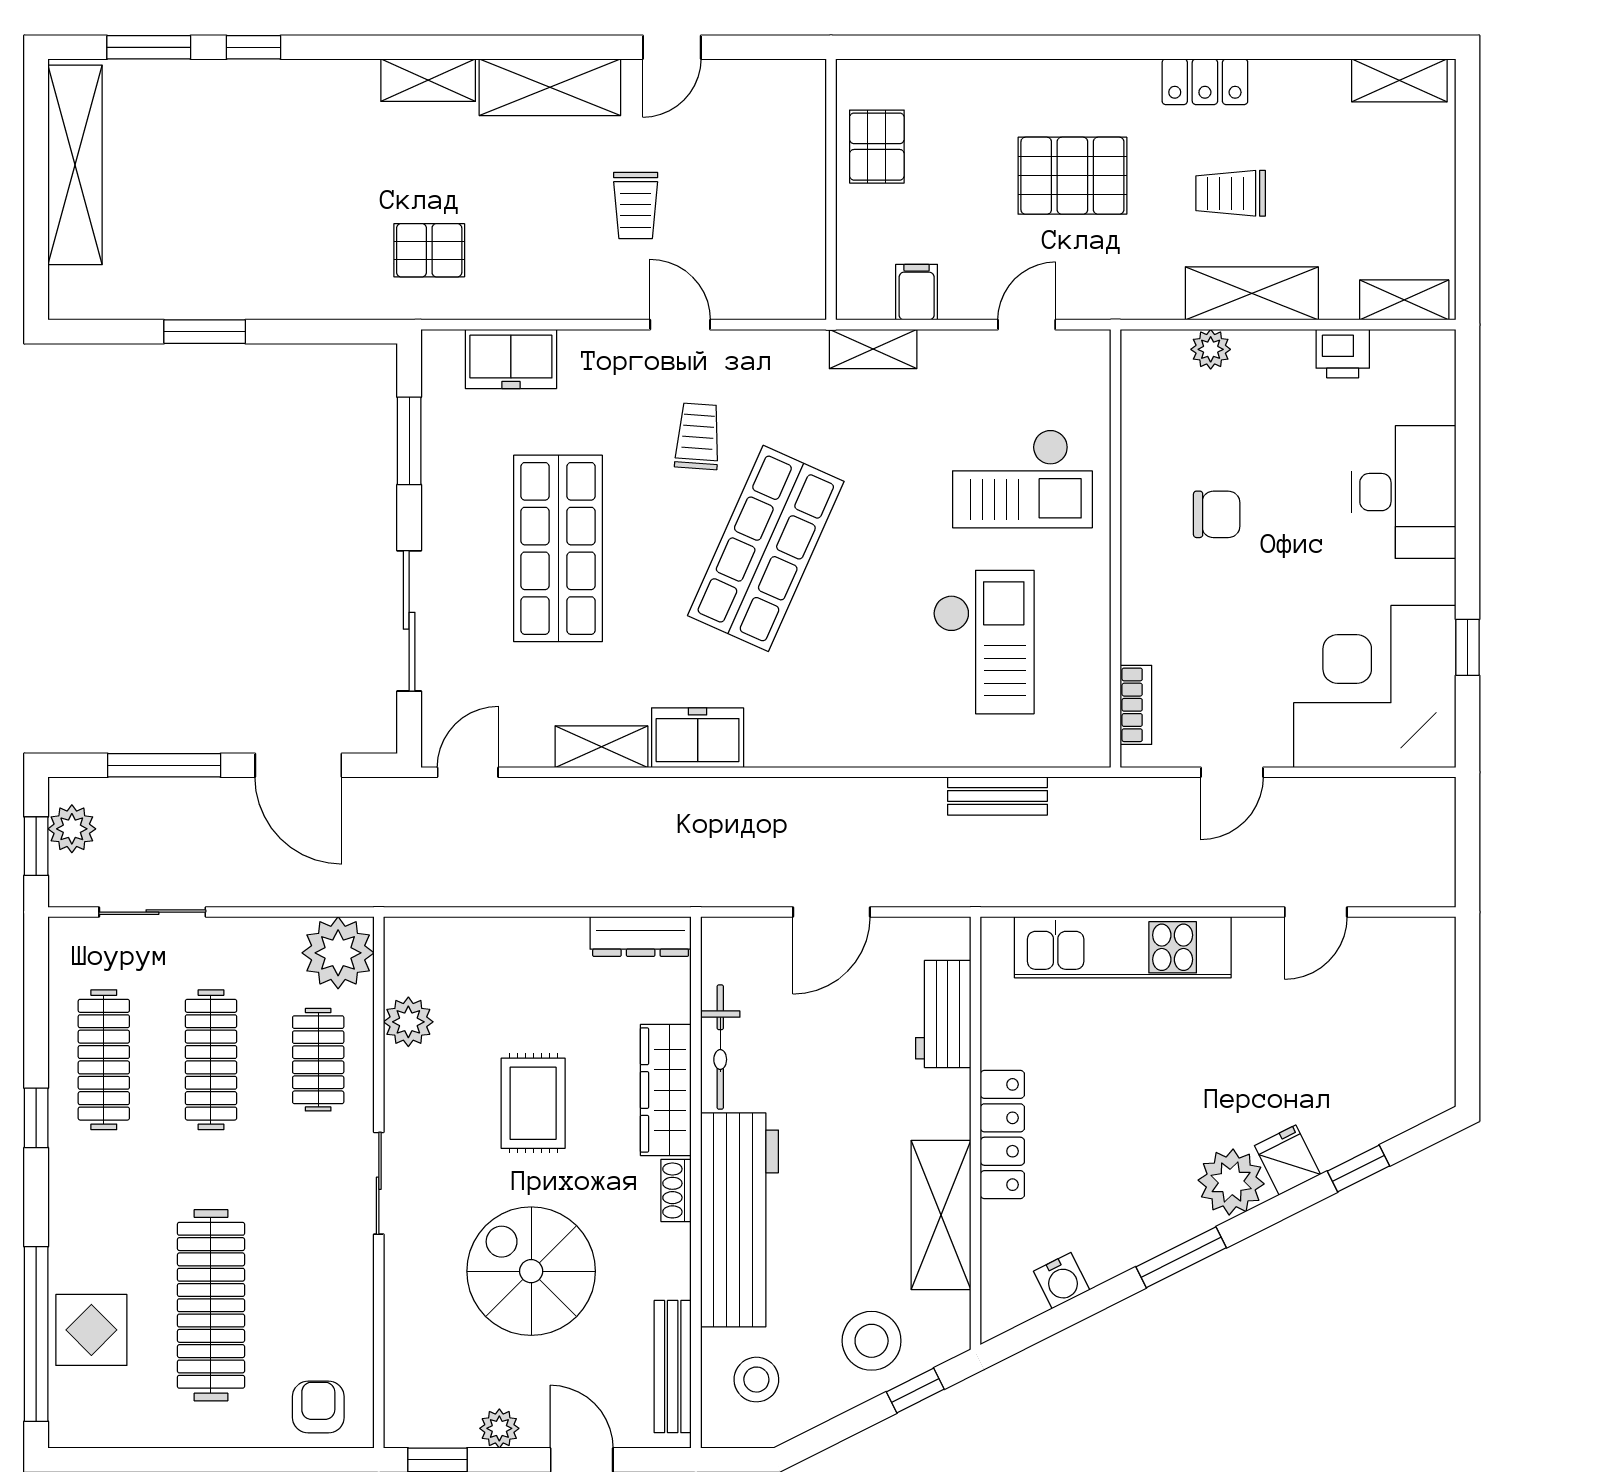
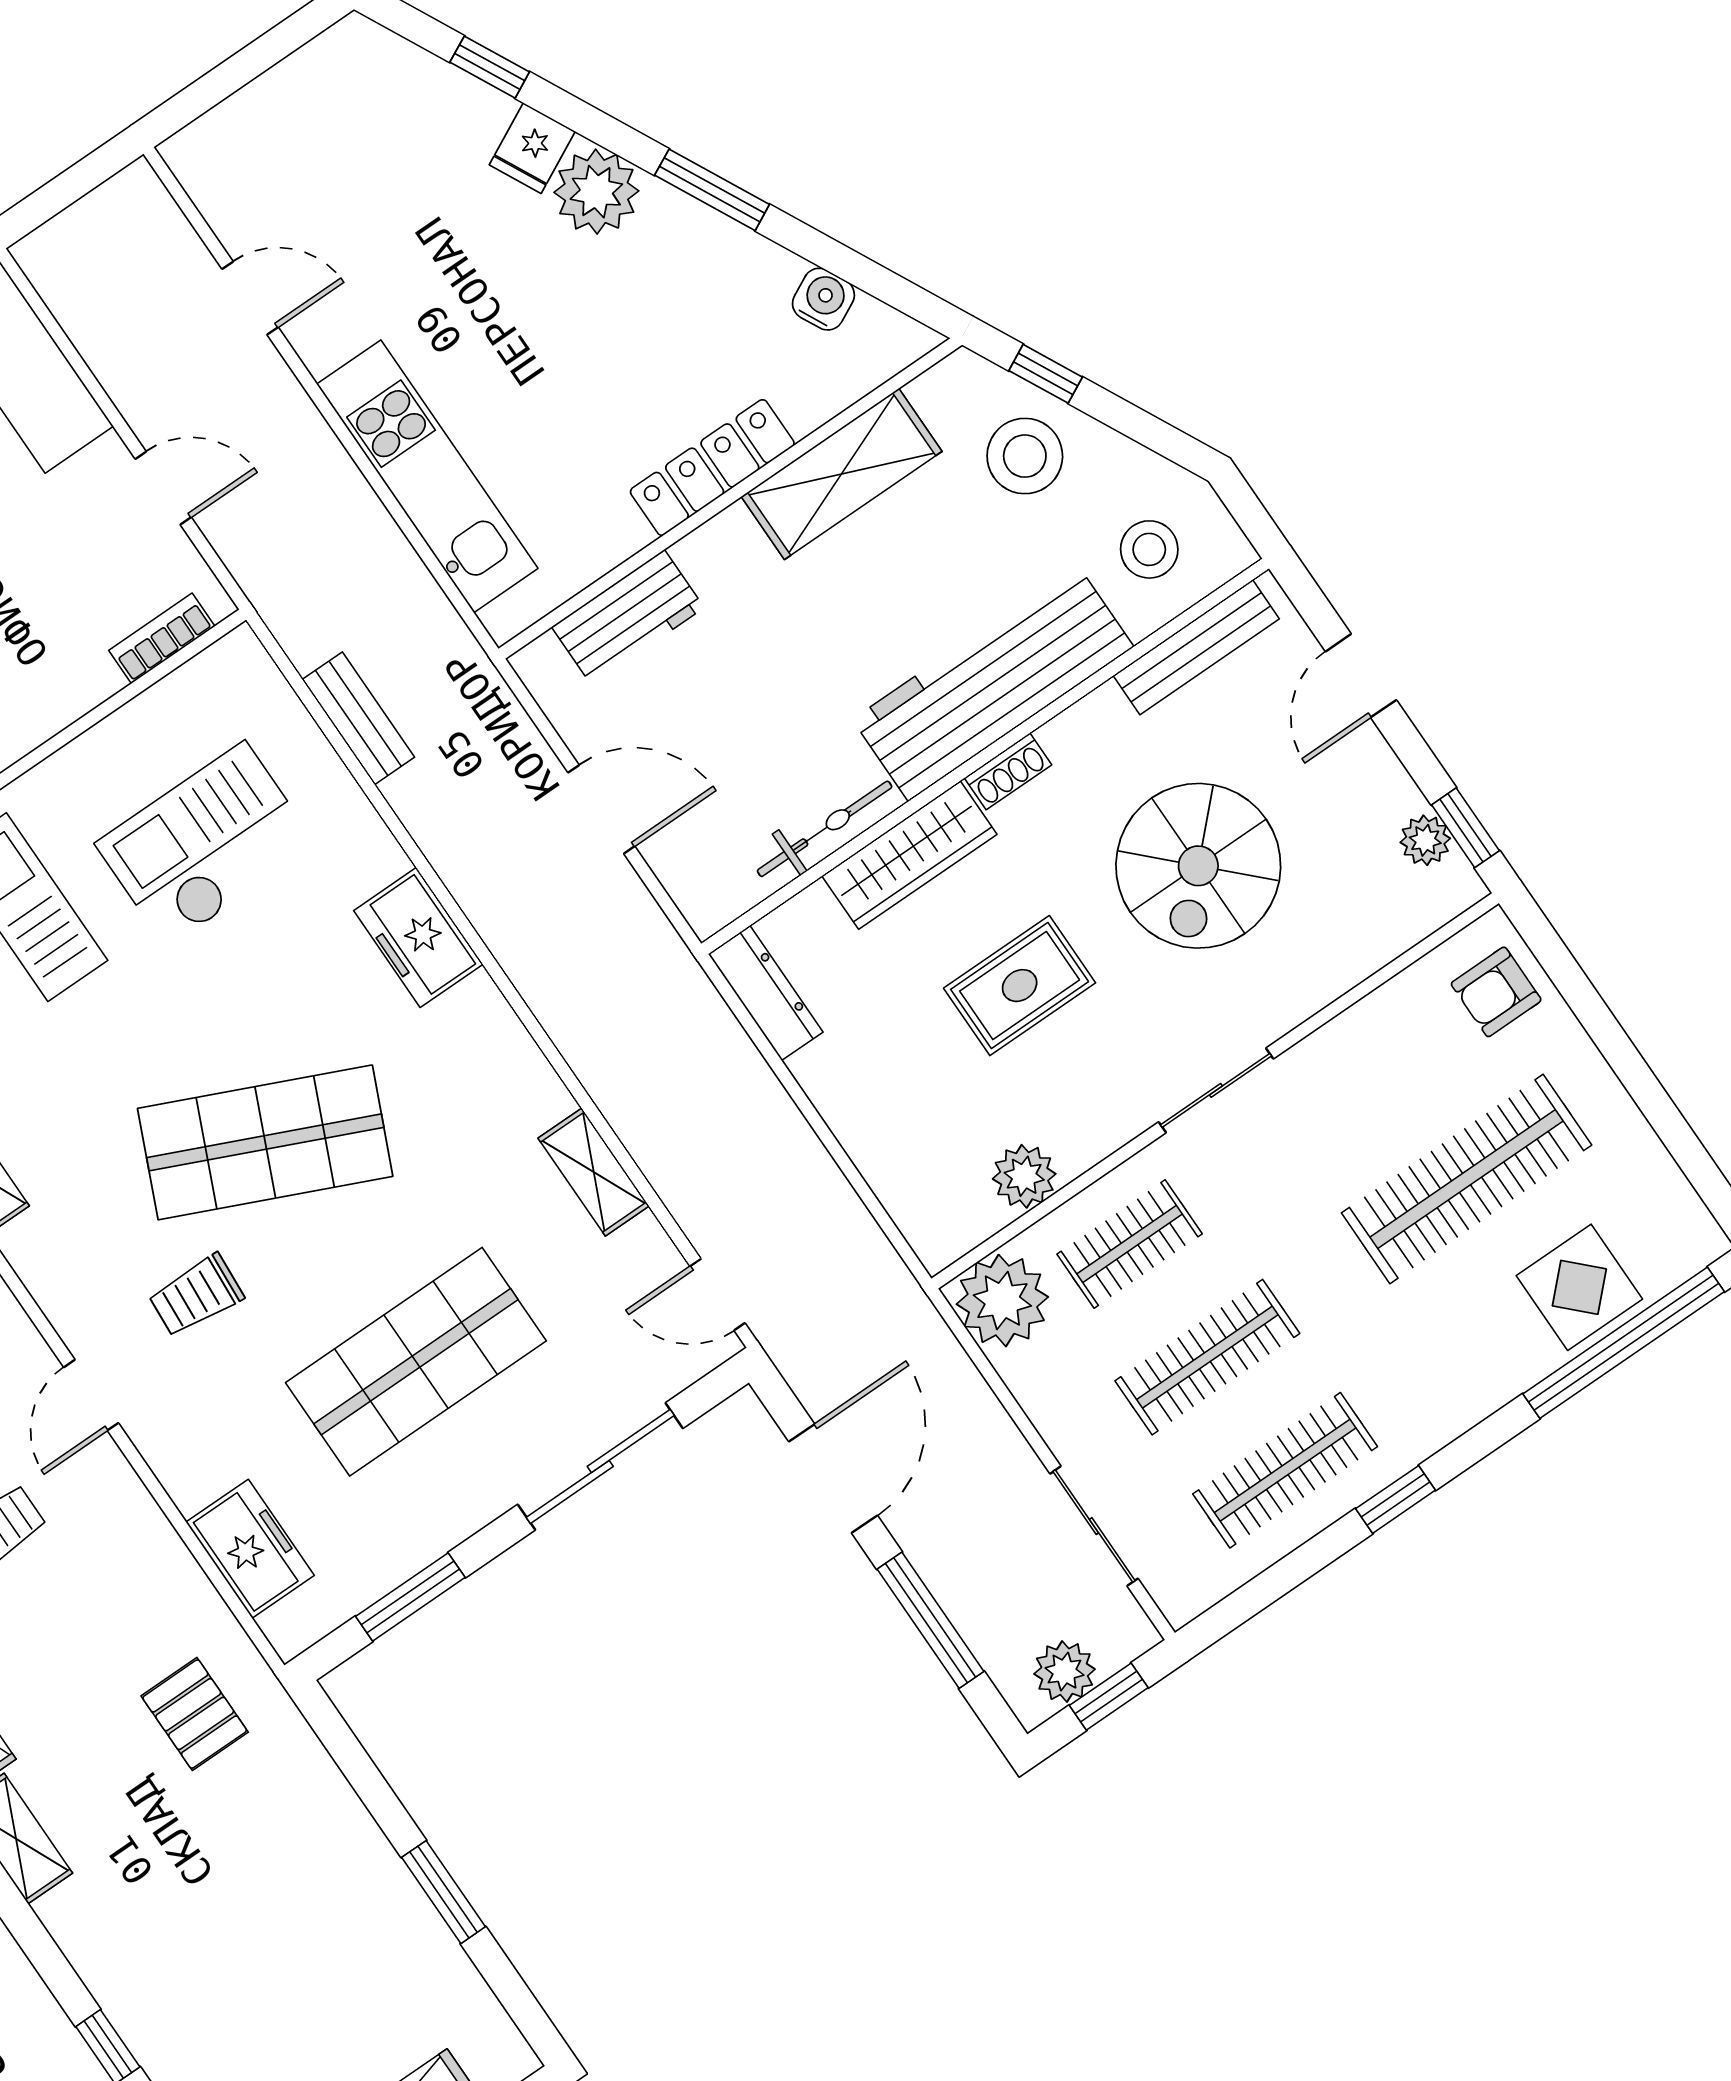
freezer: (698, 738) -> (418, 937), moved
plant: (499, 1428) -> (1425, 840), moved

